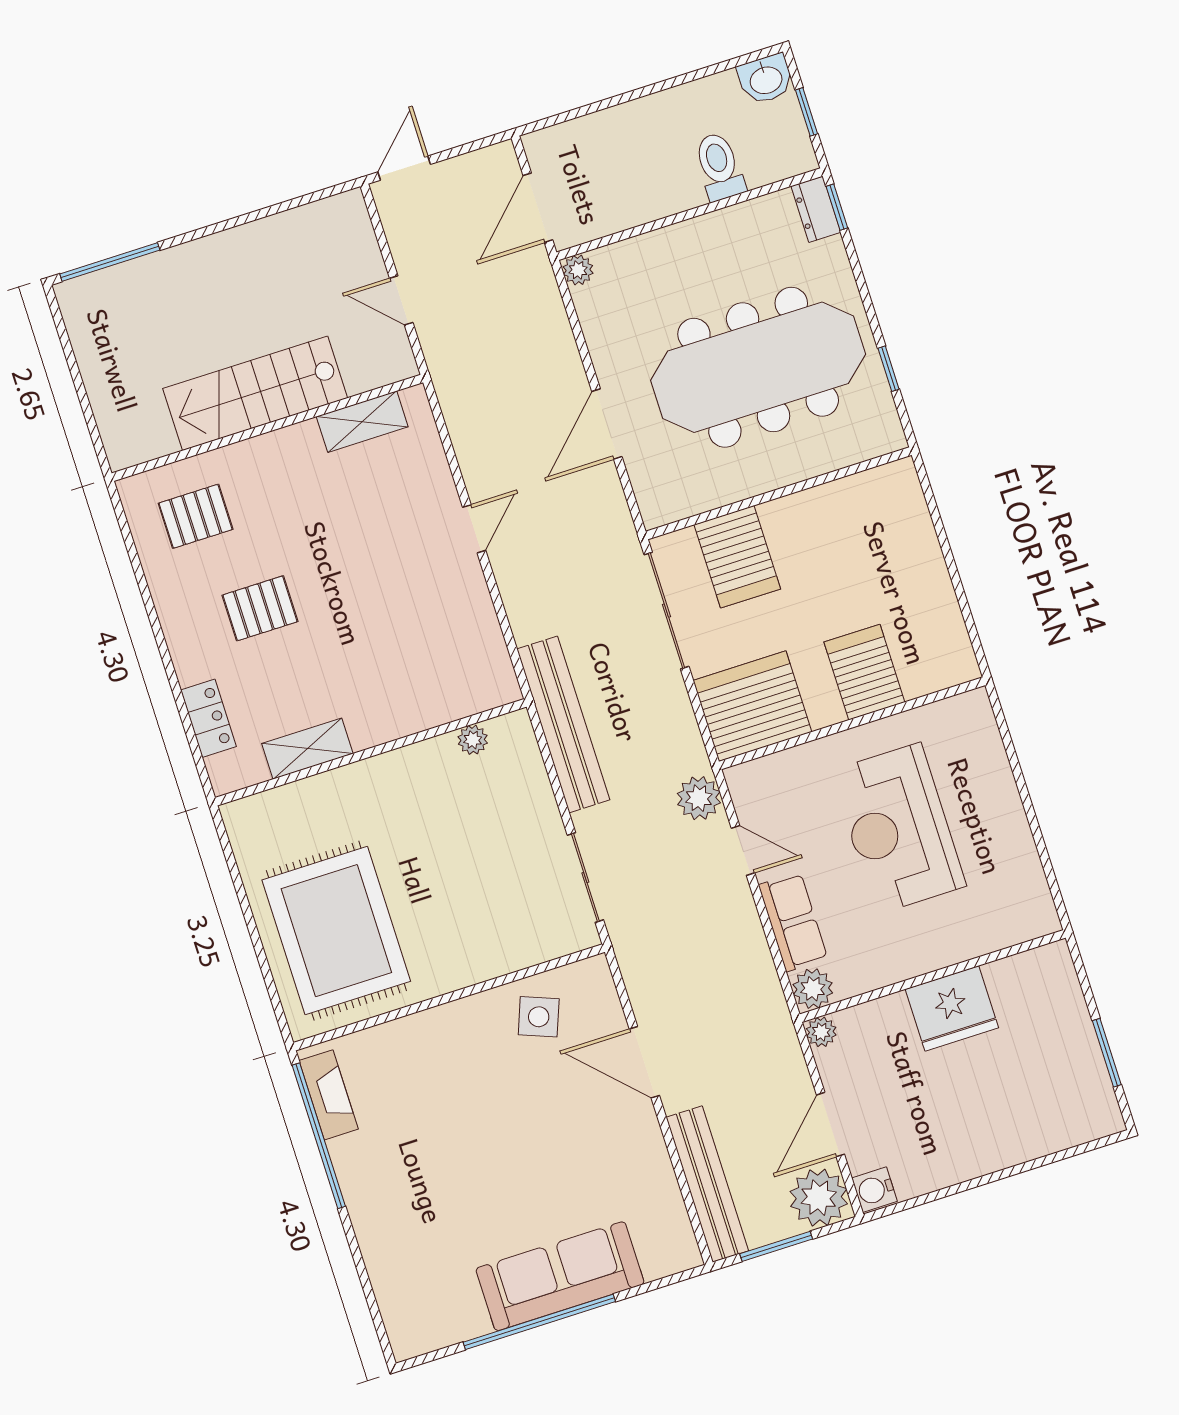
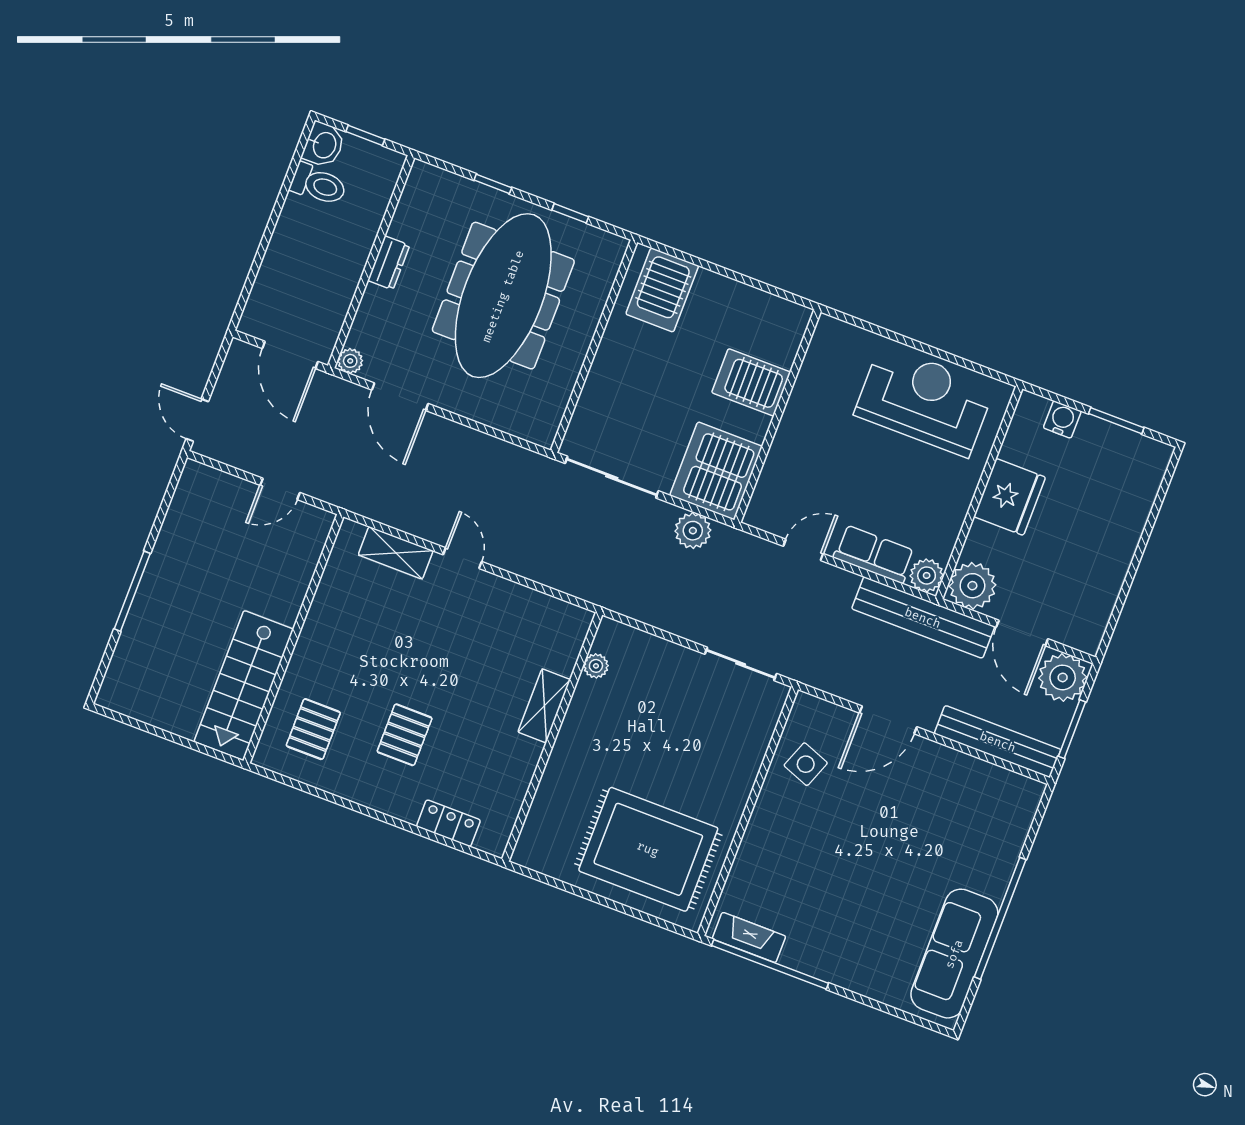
toilet: (719, 166) -> (318, 184), moved, turned 180
window: (837, 207) -> (493, 184), moved
dresser: (816, 209) -> (389, 263), moved, turned -90
window: (110, 262) -> (132, 591), moved
stairs: (255, 393) -> (244, 685), moved
shelving: (362, 422) -> (396, 553), moved, turned 90
door: (607, 424) -> (400, 397), moved
server rack: (737, 557) -> (662, 290), moved, turned 90
bench: (563, 724) -> (923, 618), moved
shelving: (307, 749) -> (544, 706), moved
plant: (699, 798) -> (693, 531), moved
reception desk: (898, 828) -> (924, 401), moved, turned 180
plant: (821, 1032) -> (972, 586), width x1.88, depth x1.88
water cooler: (875, 1190) -> (1062, 419), moved, turned 180
sofa: (560, 1276) -> (954, 954), moved

